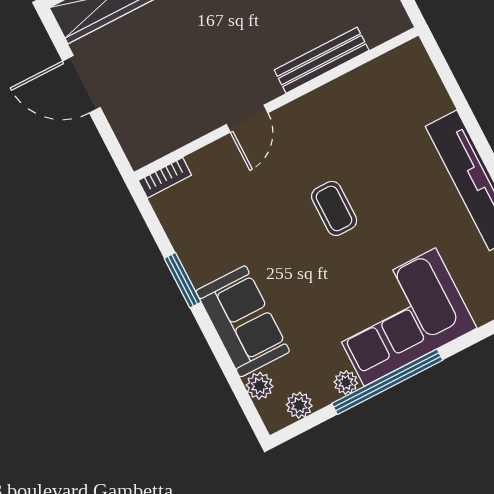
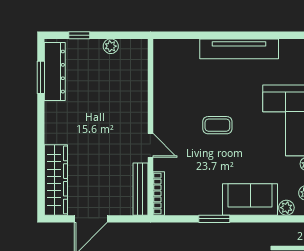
bench: (322, 60) -> (140, 189), moved
bookcase: (165, 178) -> (159, 193), width x1.56

